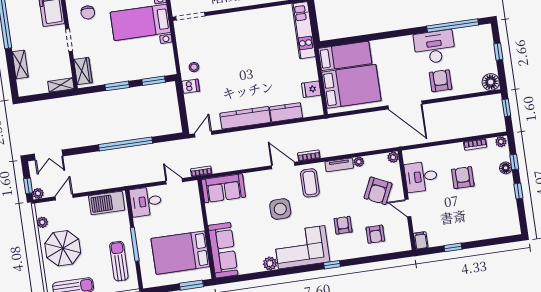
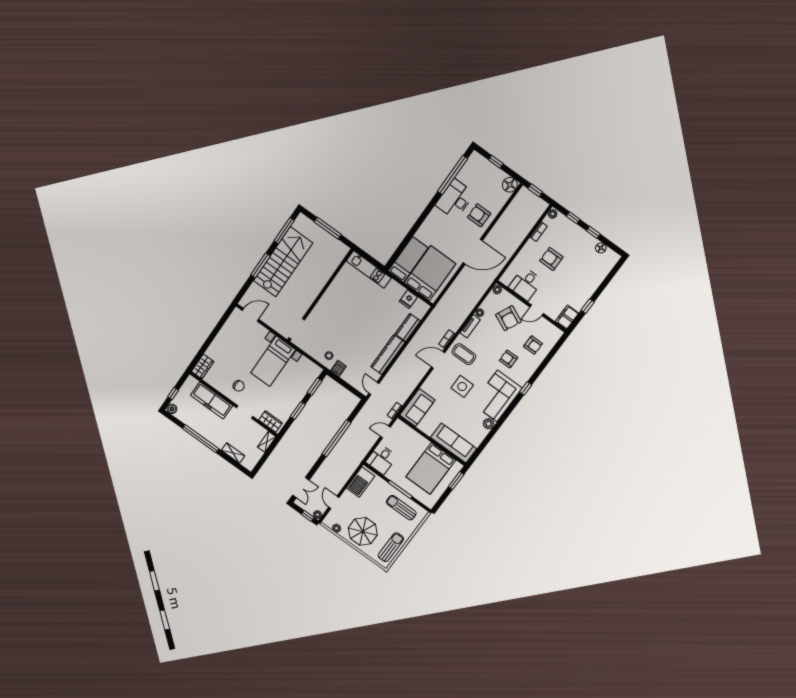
floor lamp: (506, 168) -> (601, 248), moved
filing cabinet: (421, 240) -> (567, 317), width x2.00

